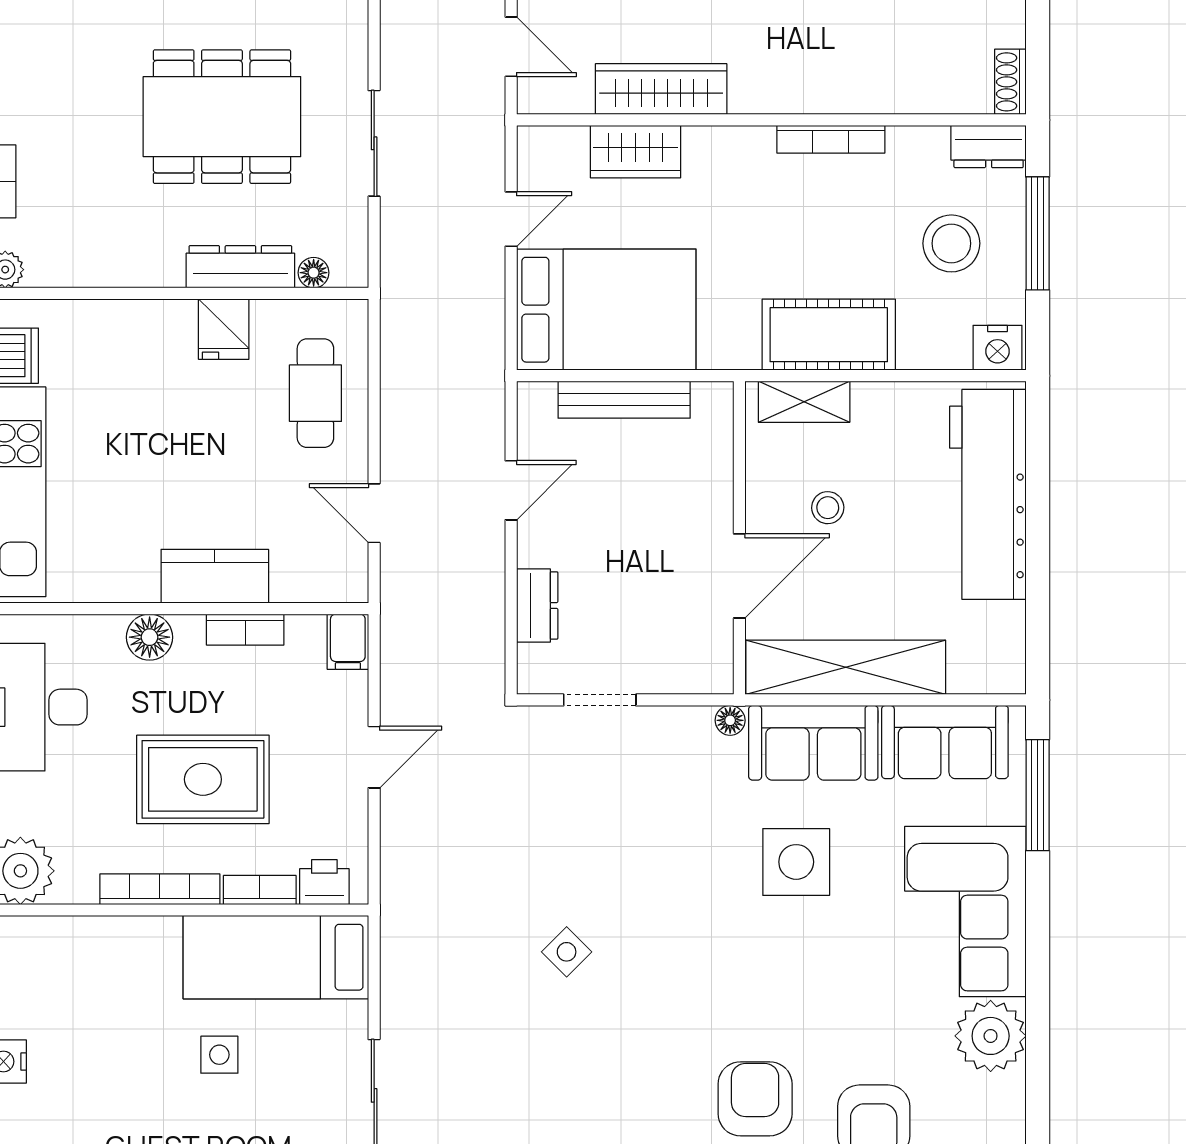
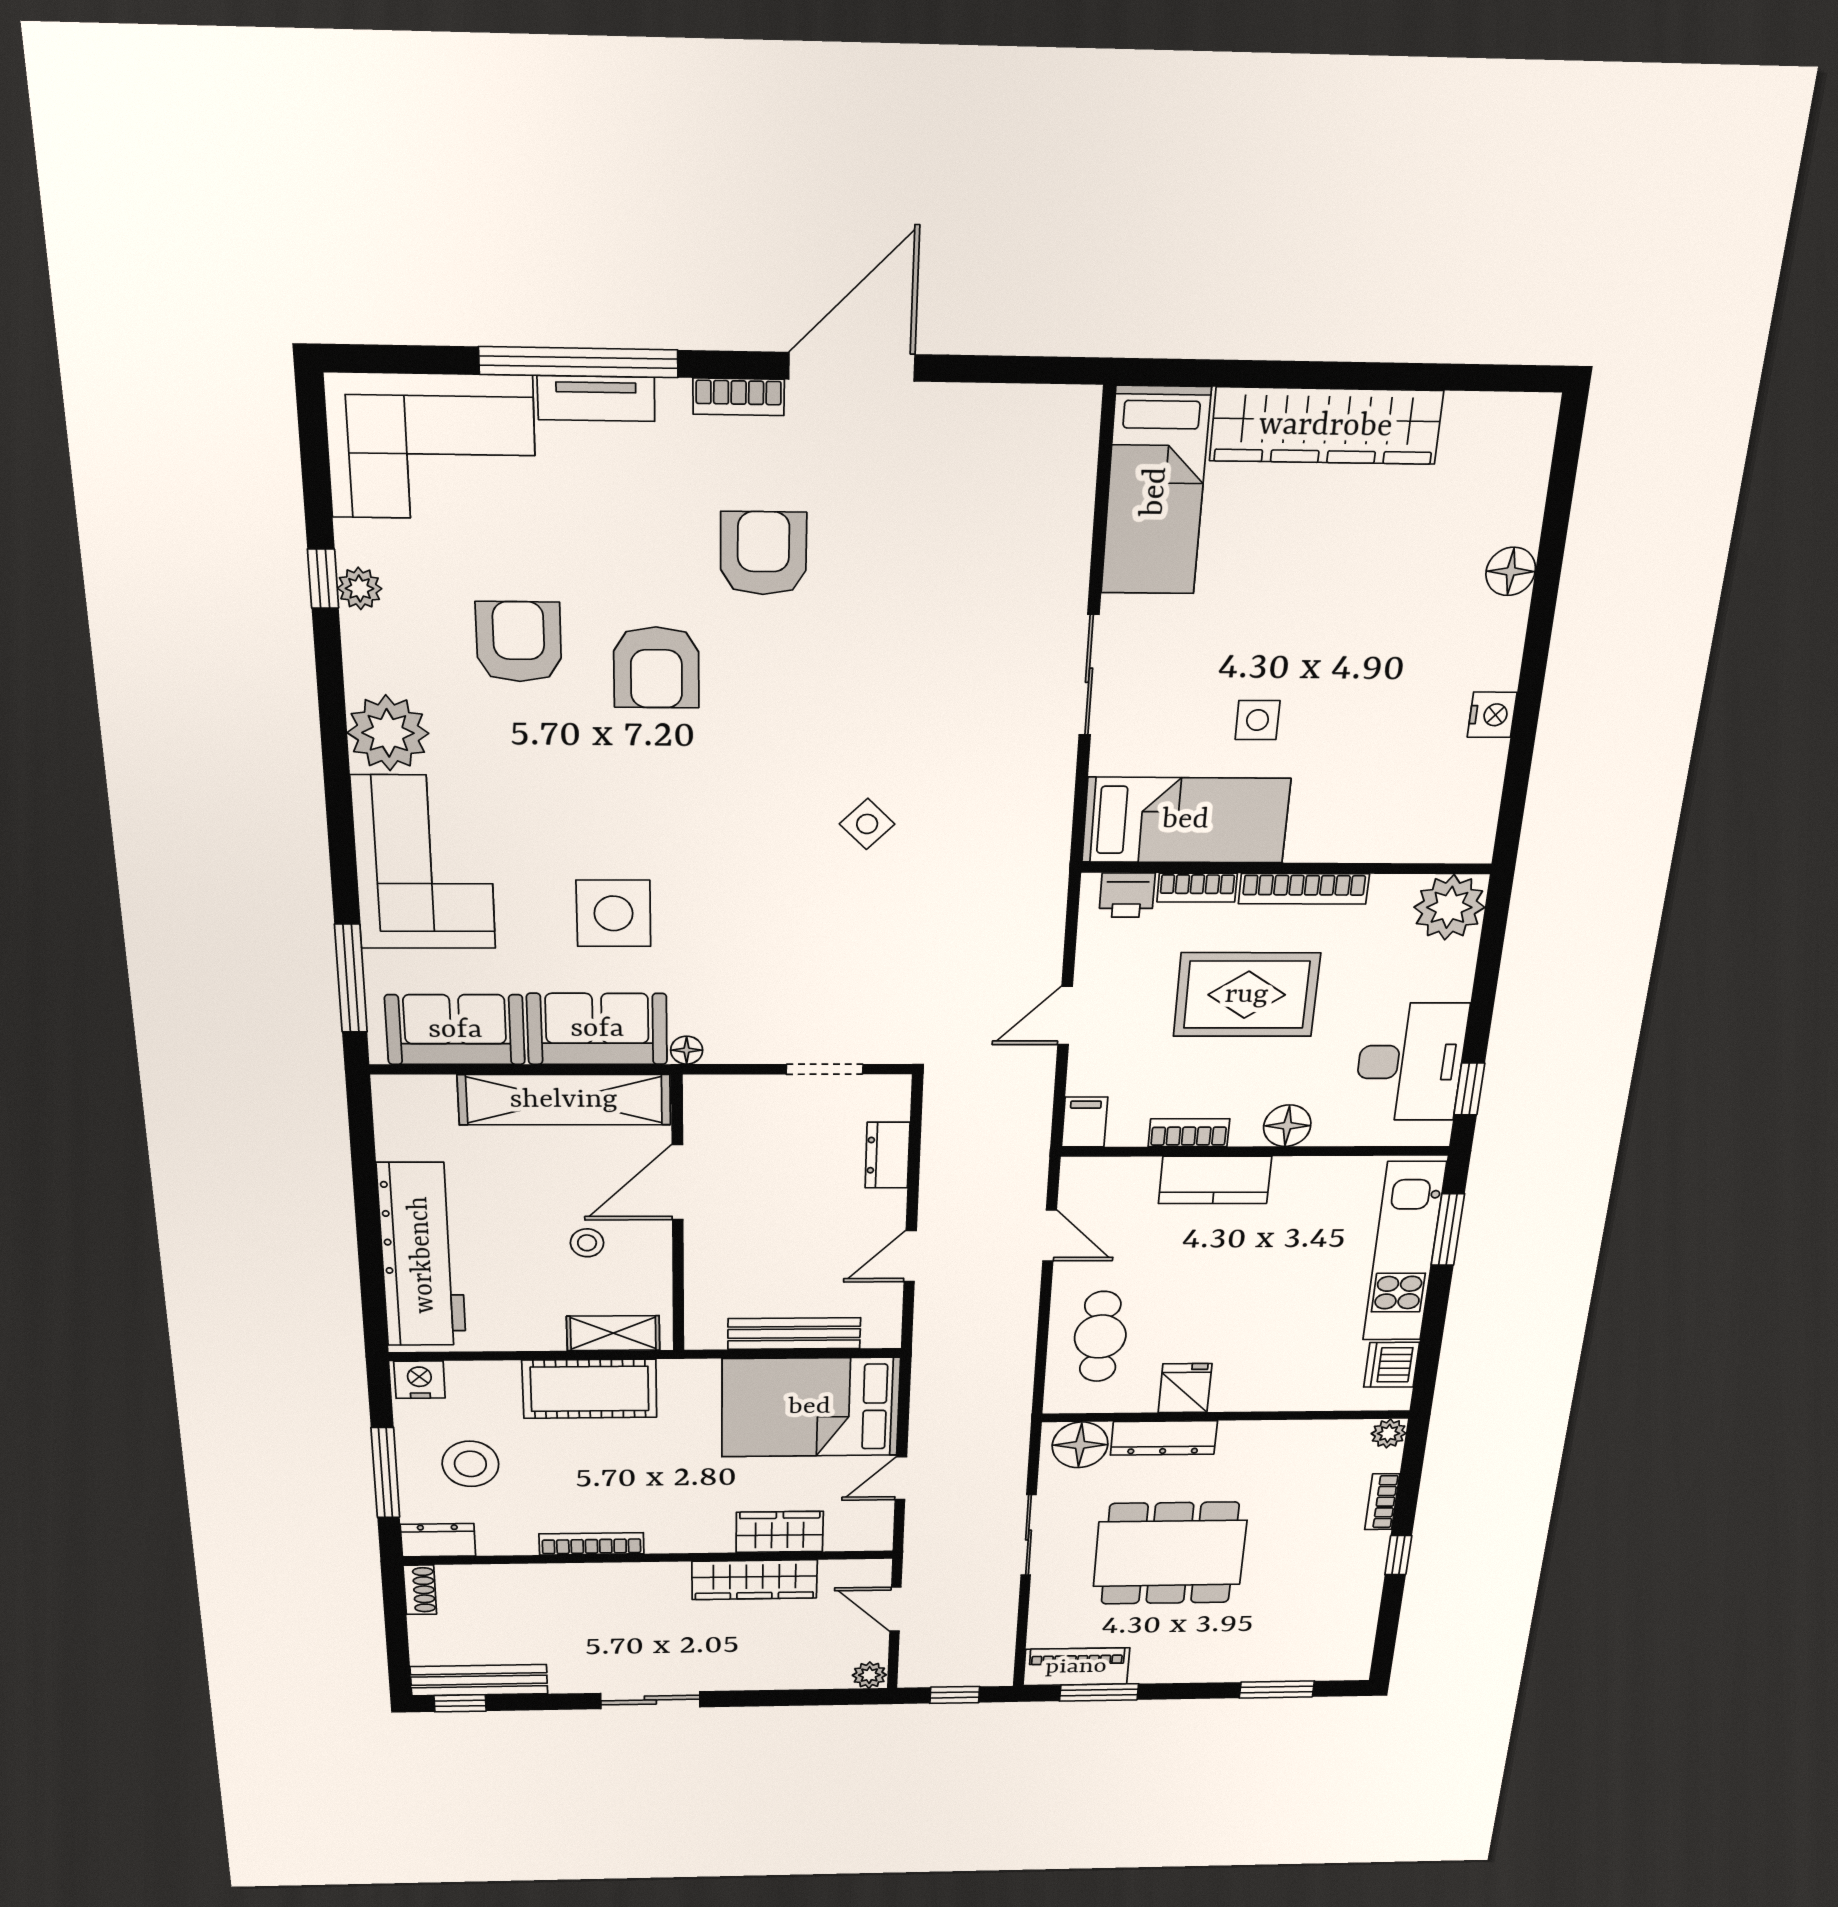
floor lamp: (314, 273) -> (1080, 1445), width x1.89, depth x1.89

